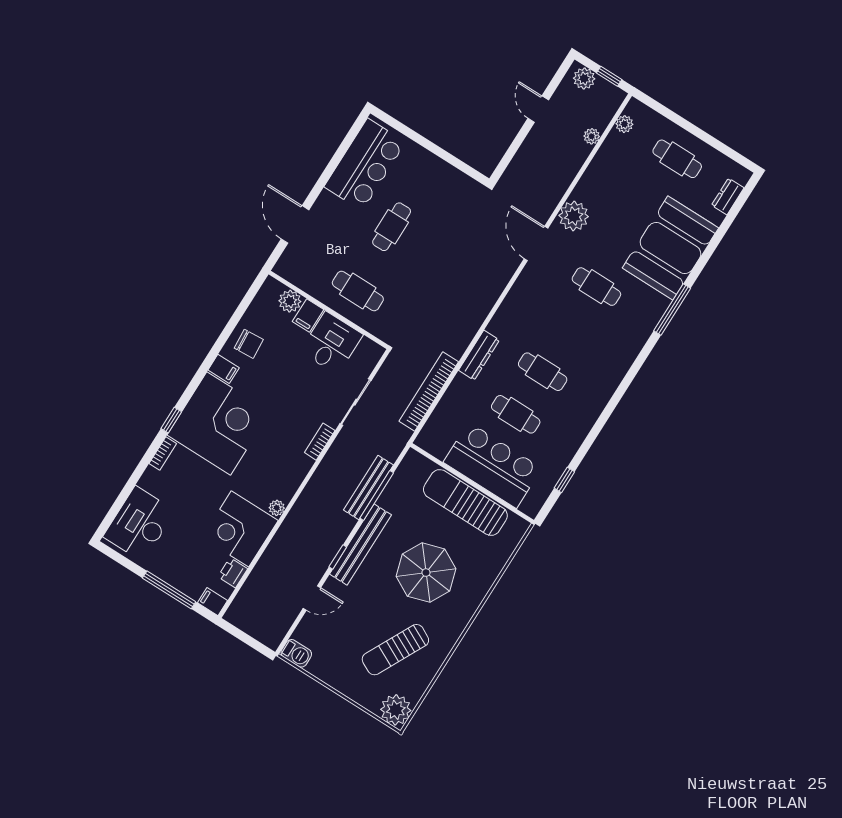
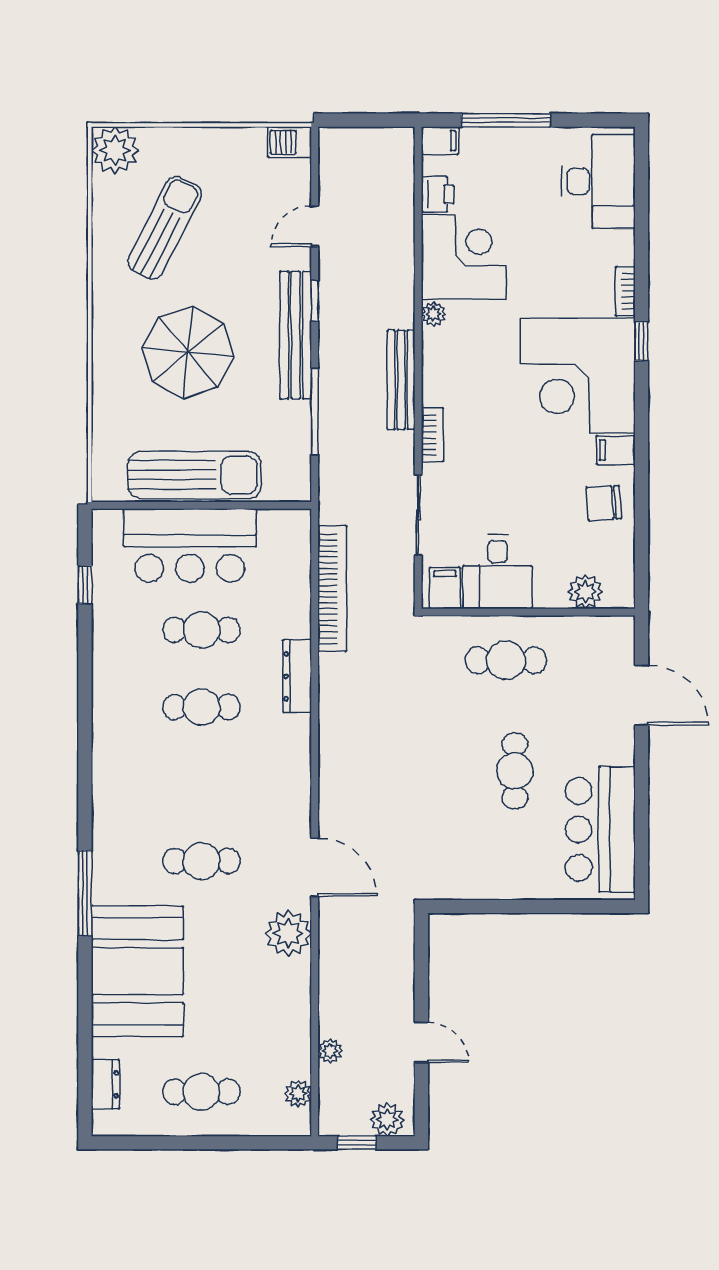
filing cabinet: (308, 316) -> (445, 588), moved
bench: (368, 487) -> (401, 380), moved

